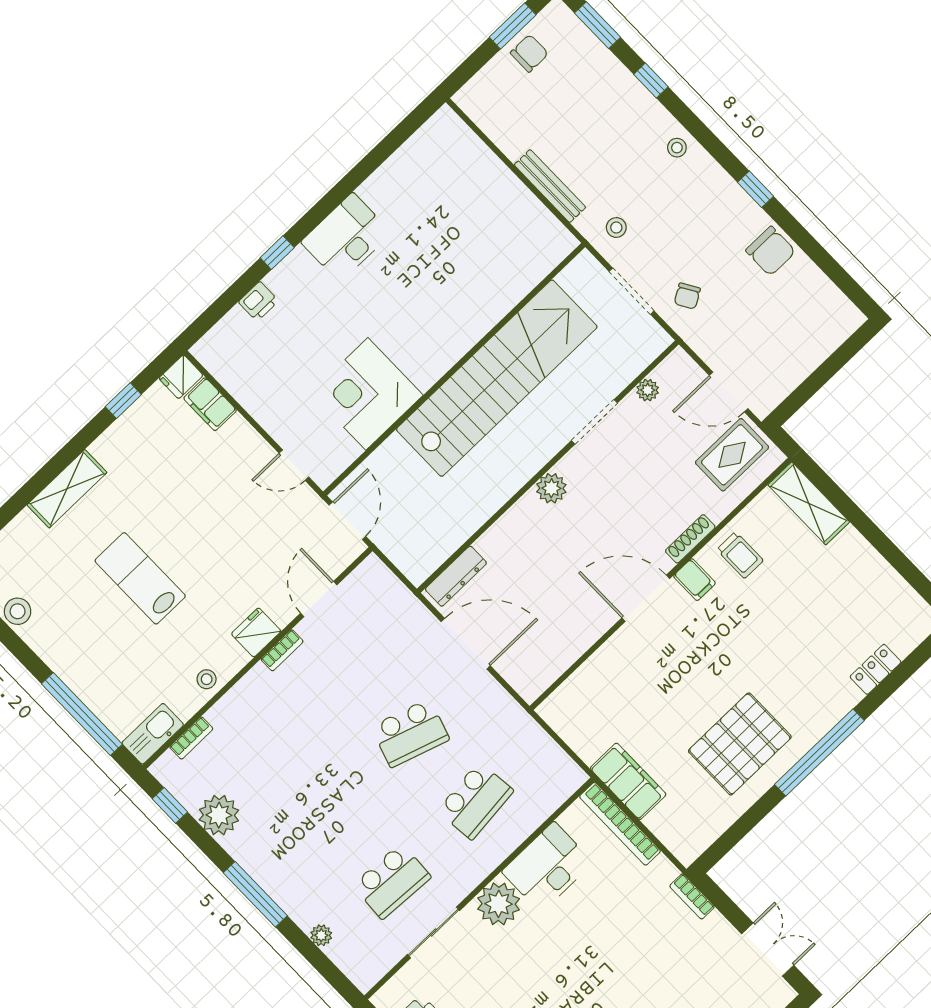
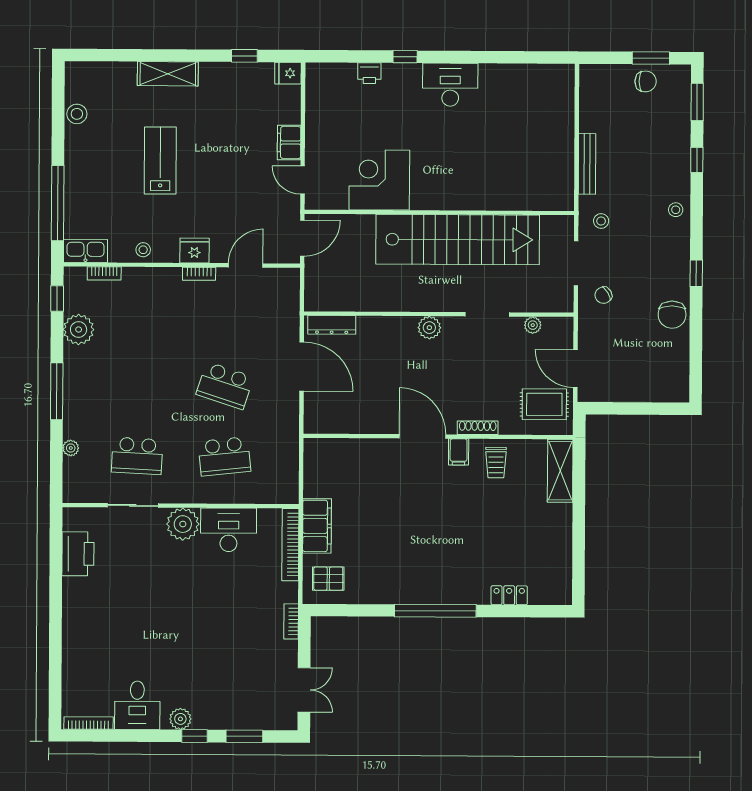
filing cabinet: (210, 404) -> (289, 142), moved
pallet: (740, 744) -> (328, 579), moved, width x0.49, depth x0.50

